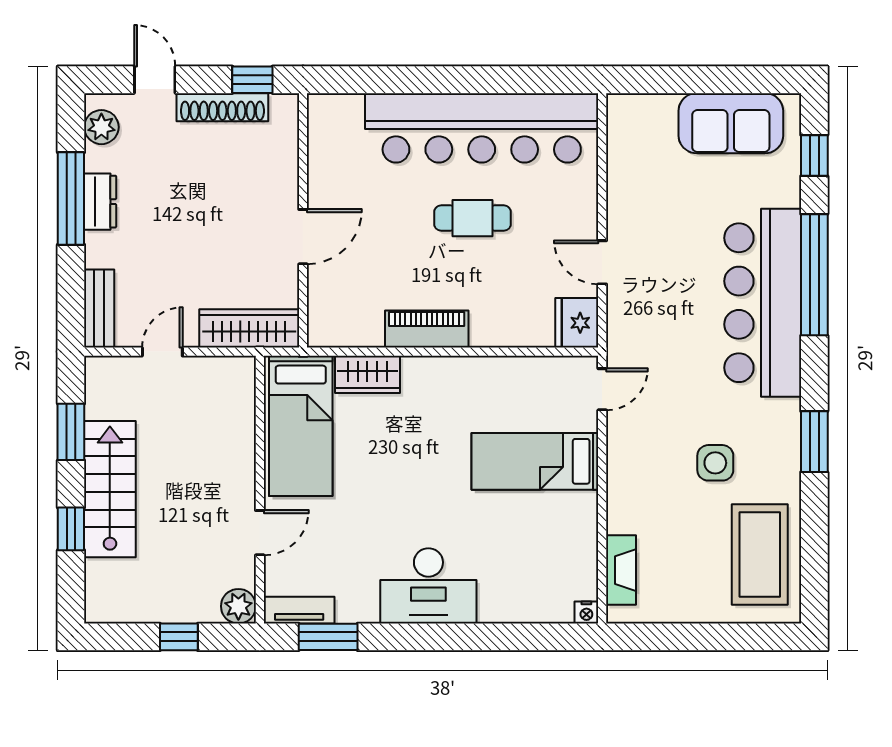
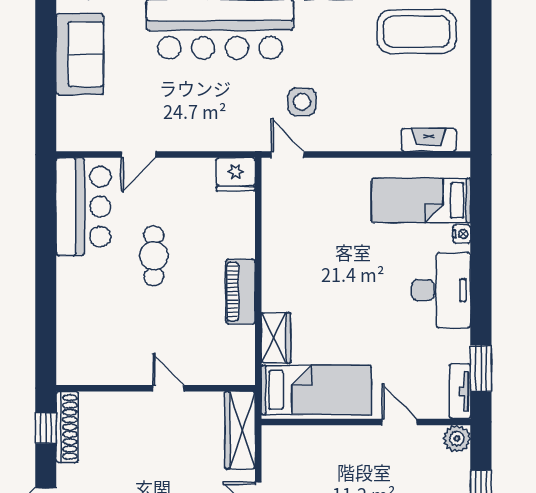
shoe rack: (222, 107) -> (67, 427), moved
bar counter: (482, 128) -> (83, 207), width x0.54
door: (303, 237) -> (168, 388), width x0.73
door: (602, 262) -> (138, 155), moved
bed: (535, 461) -> (421, 200), moved, turned 90
side table: (715, 463) -> (302, 102), moved
nightstand: (586, 612) -> (462, 234), moved

